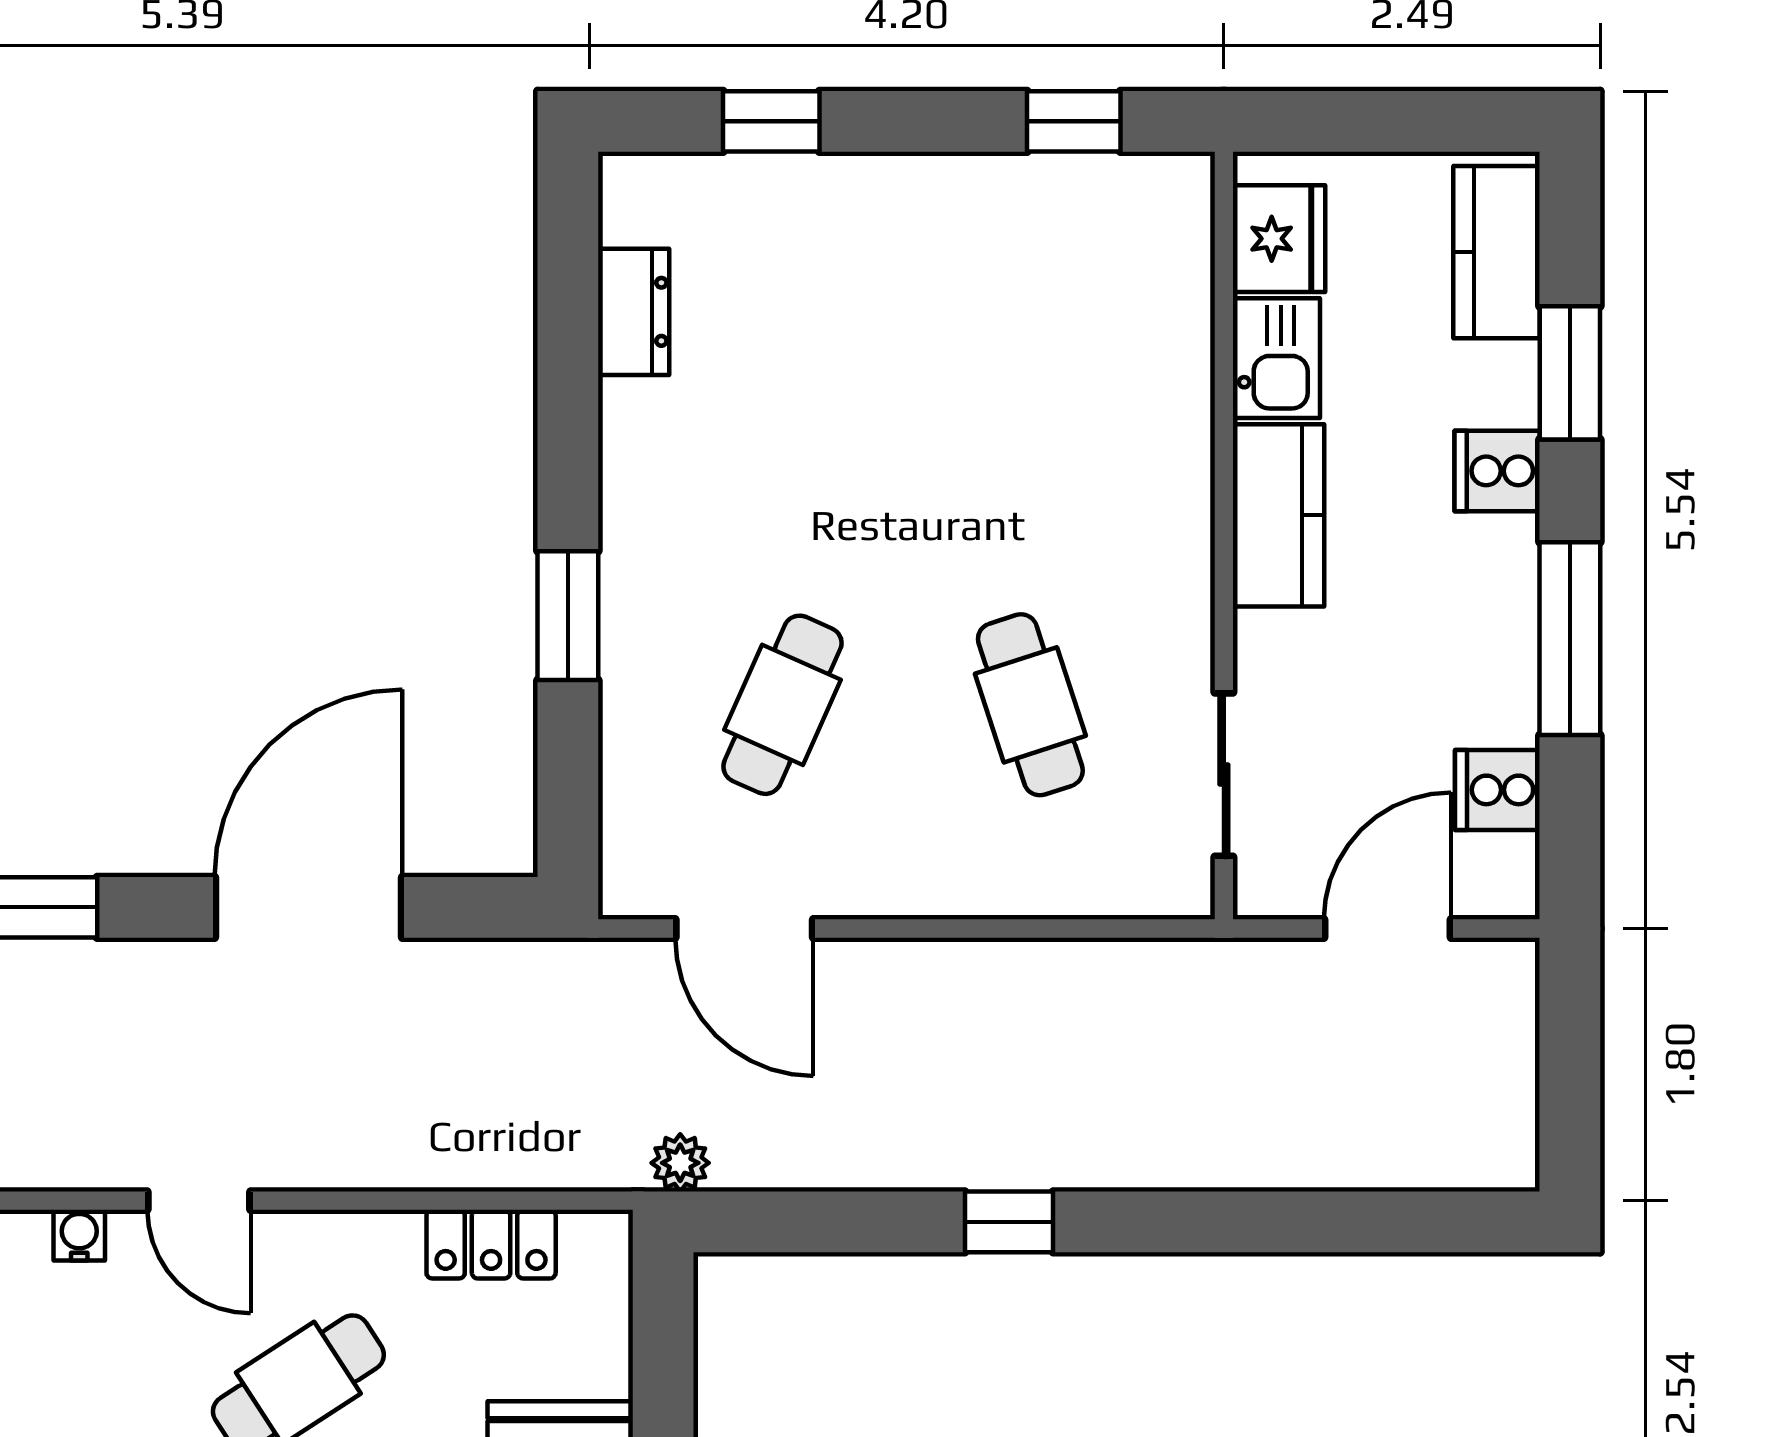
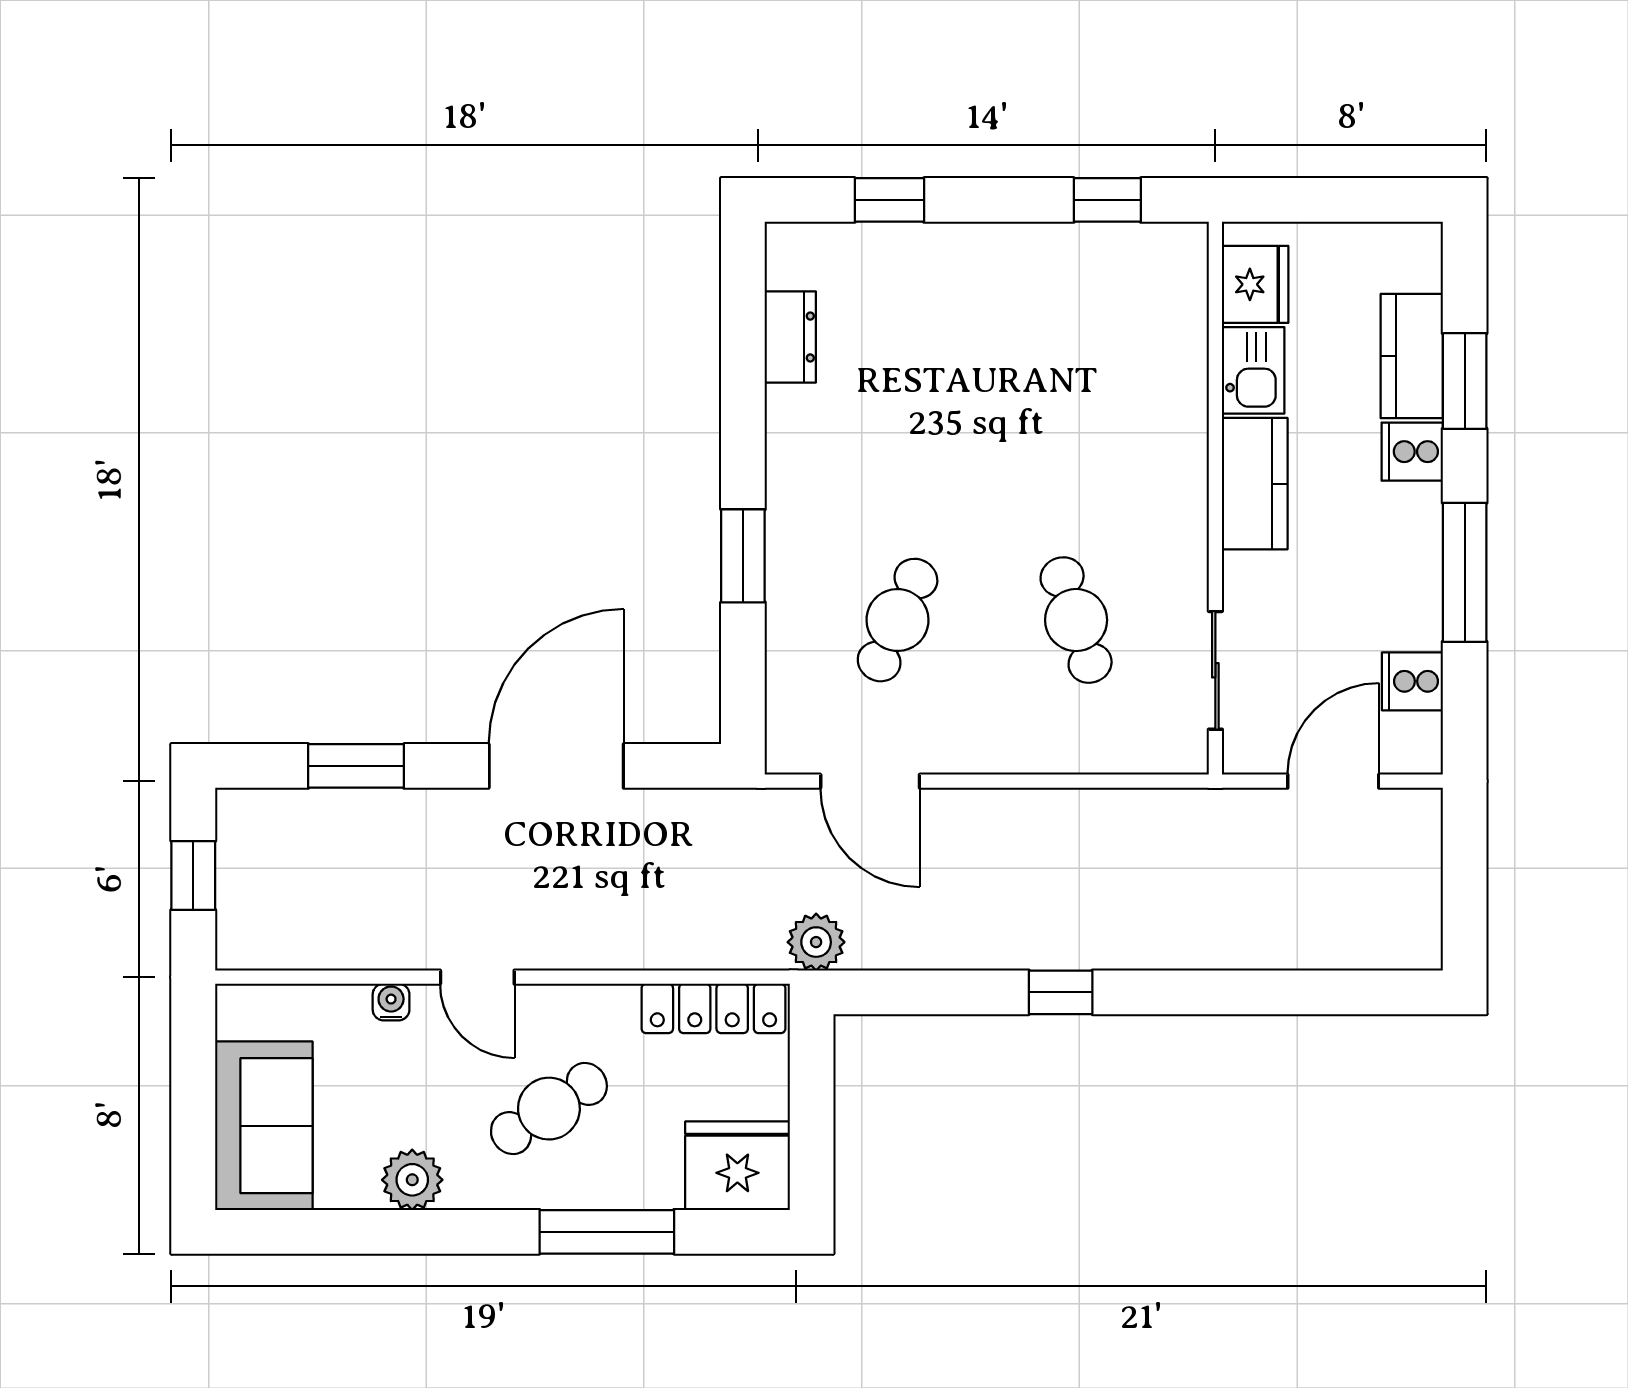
kitchen counter: (1497, 252) -> (1412, 356), moved
plant: (680, 1163) -> (816, 942), width x1.38, depth x1.38
locker: (491, 1244) -> (713, 1008), width x1.53

